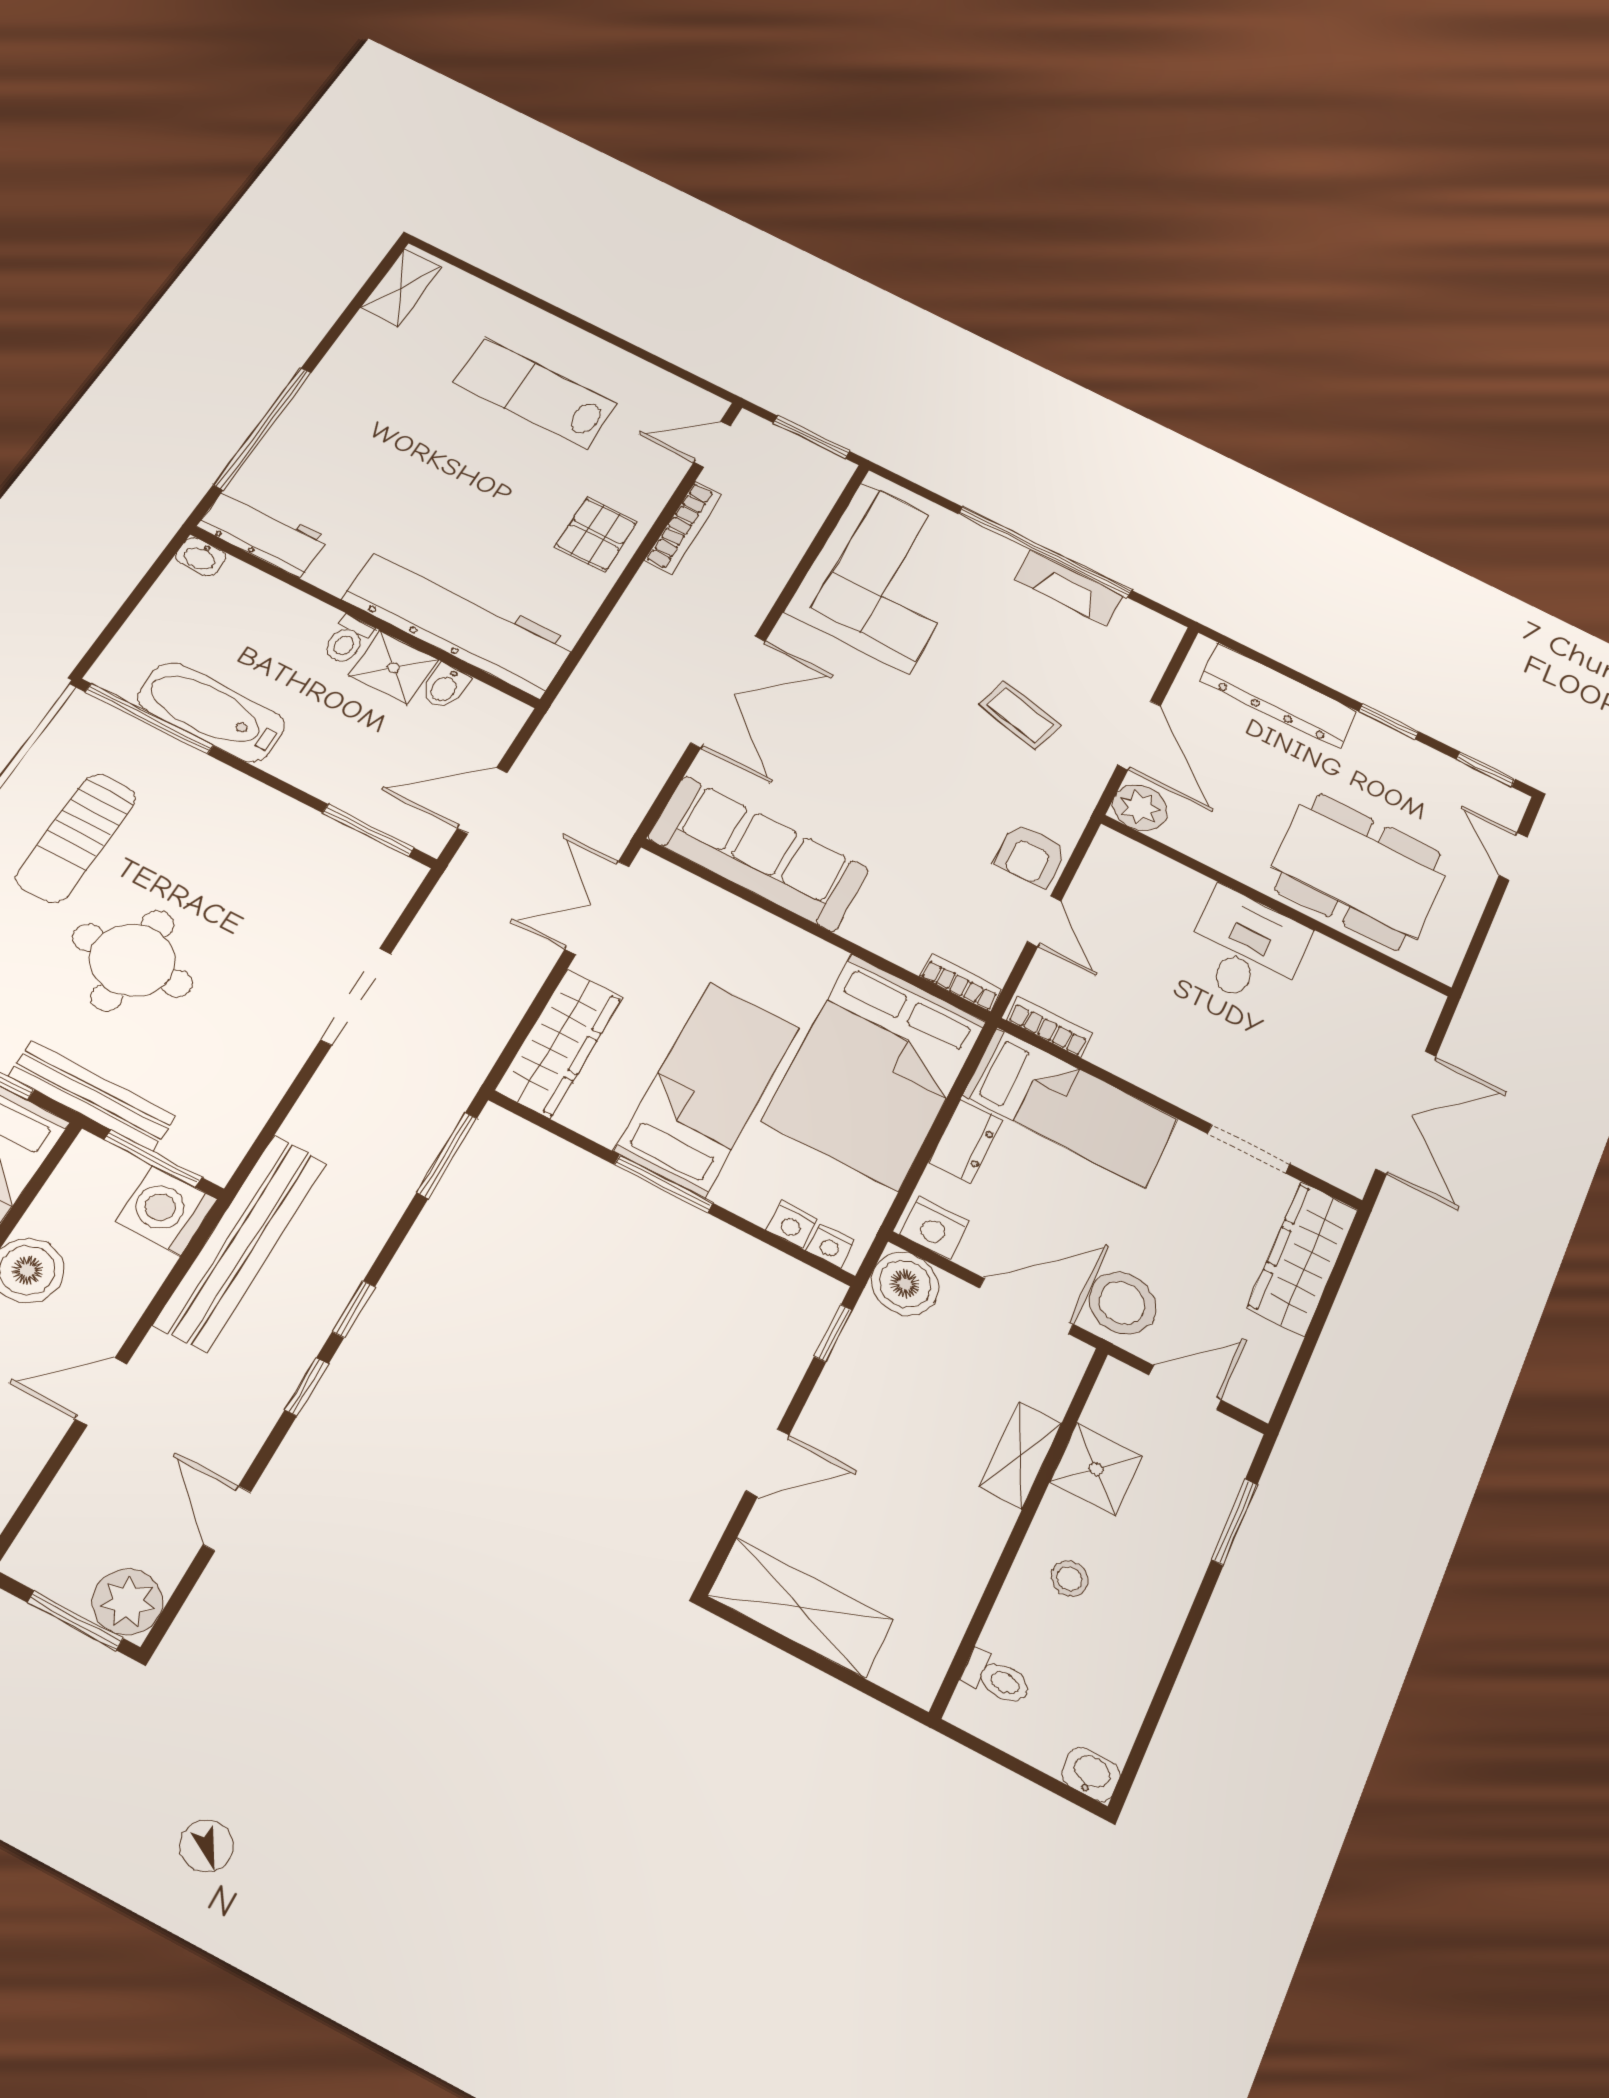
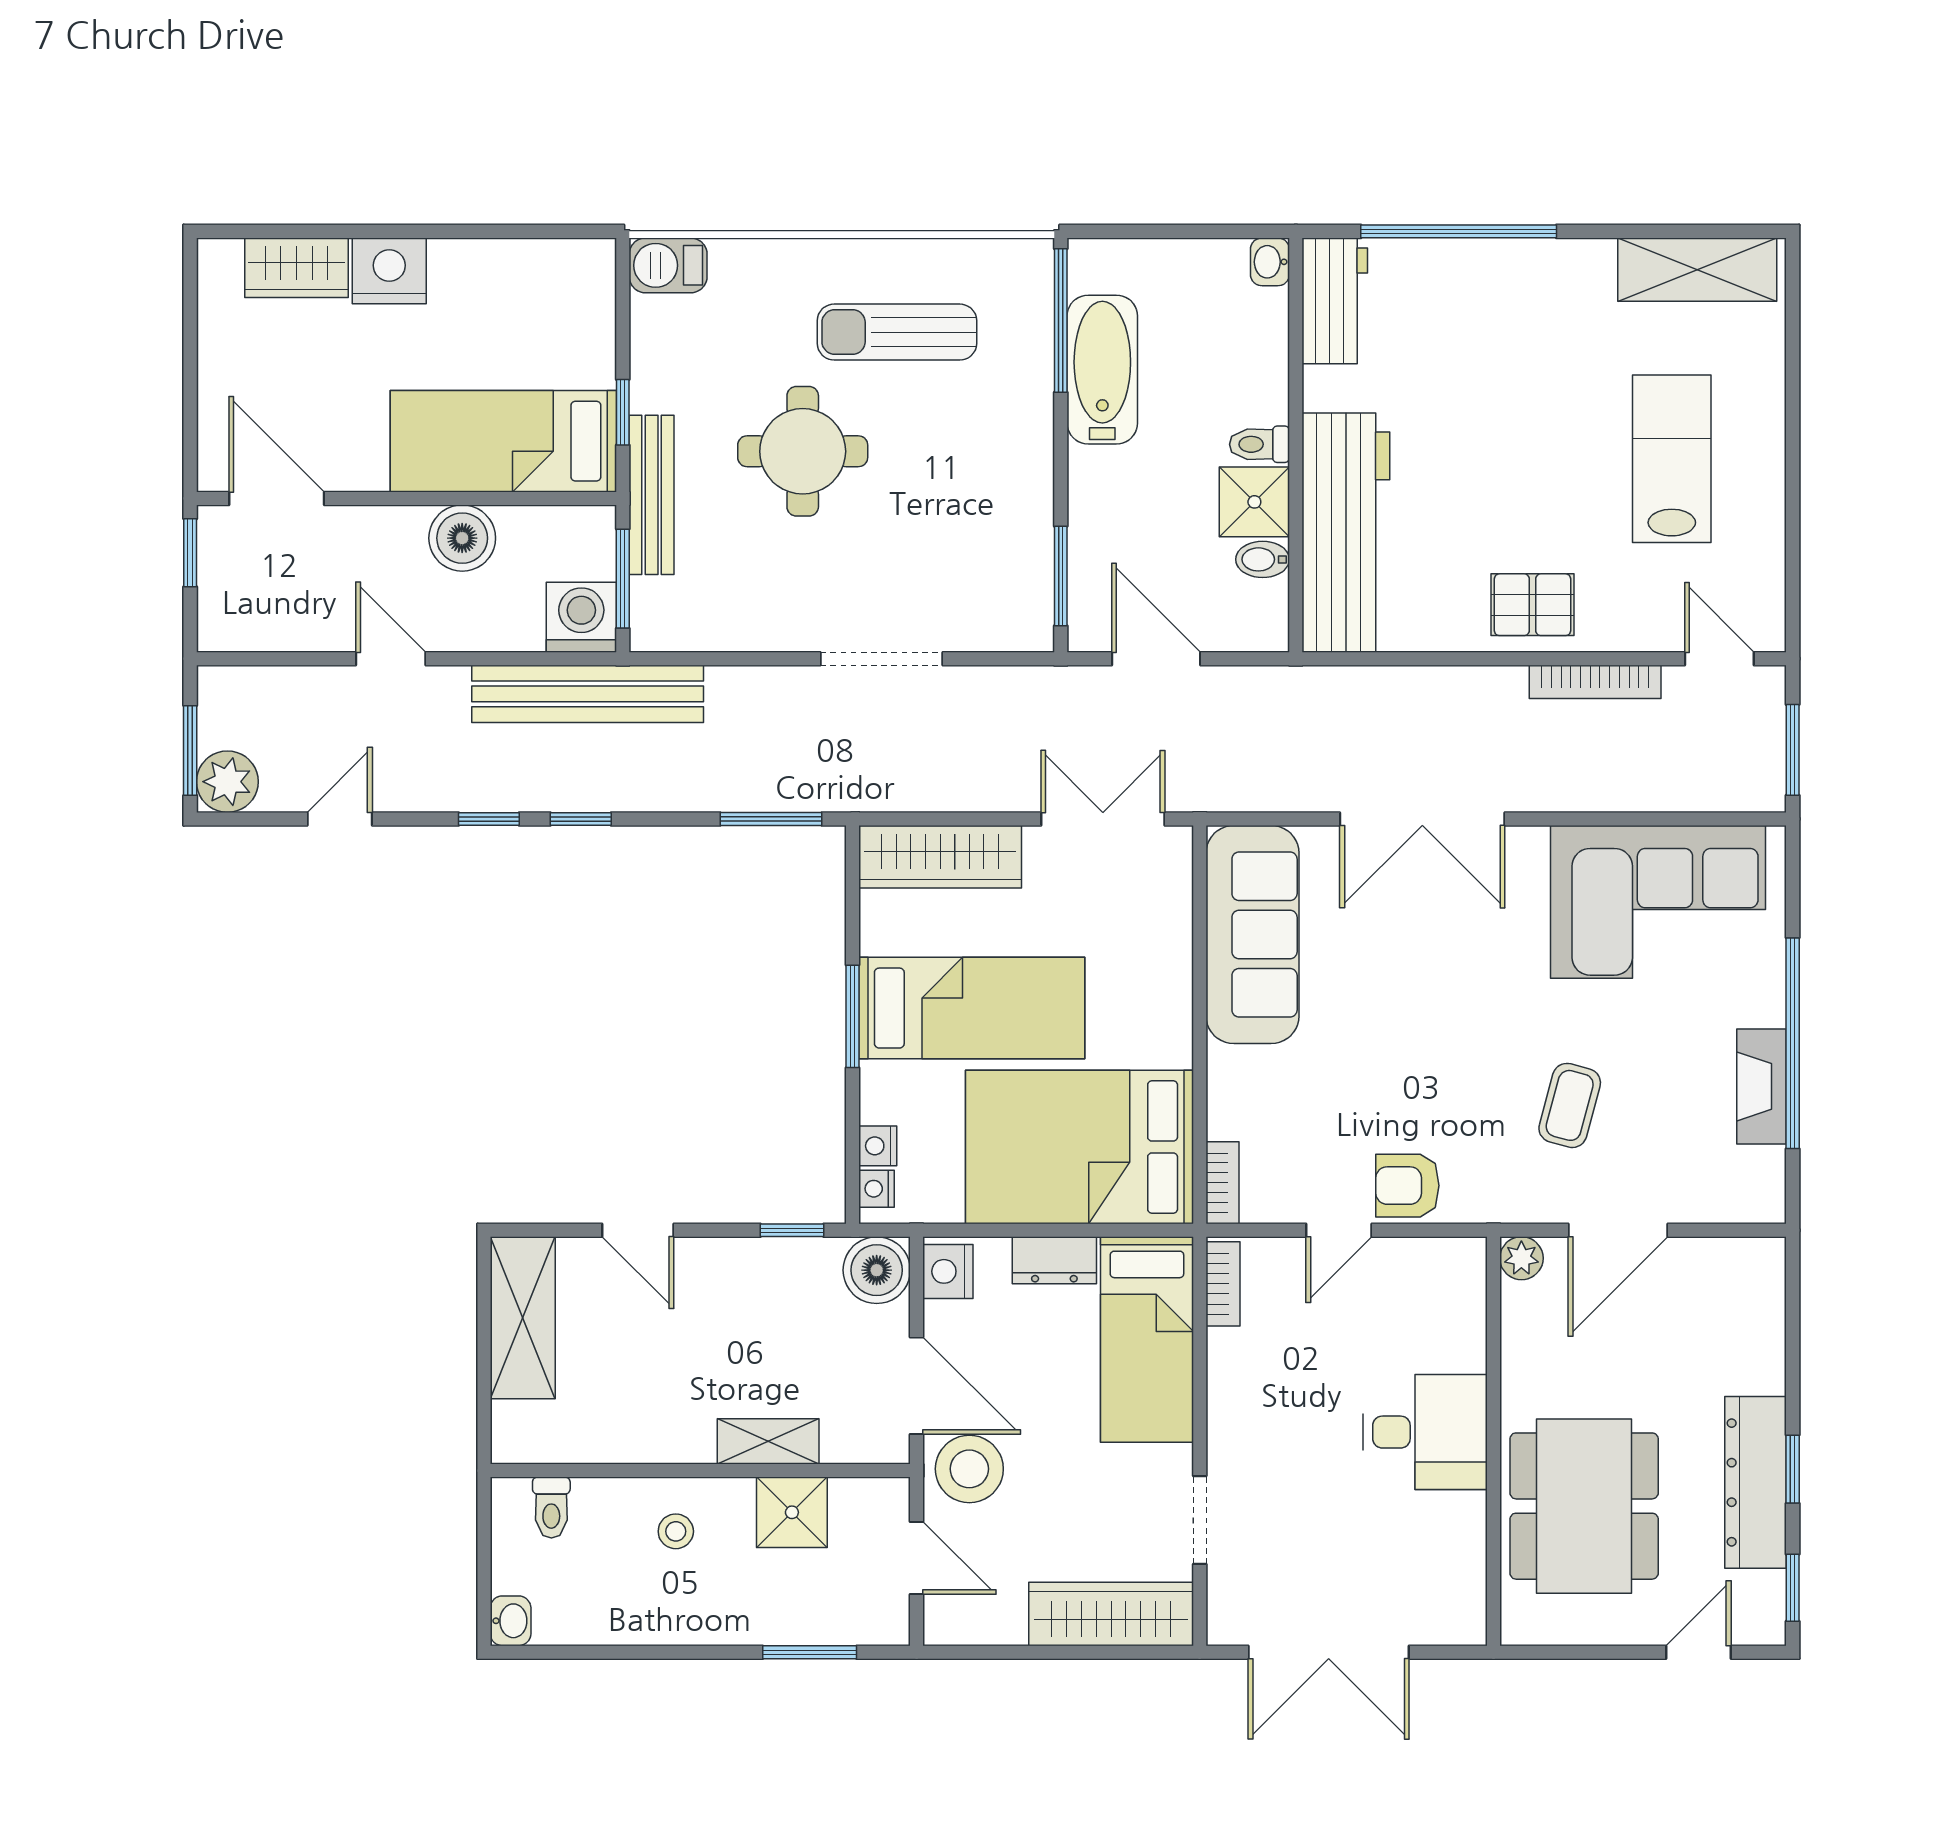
shelving: (401, 287) -> (1697, 270), width x1.50, depth x1.33
dresser: (1279, 696) -> (1756, 1482), moved
plant: (1140, 808) -> (1521, 1258), width x0.73, depth x0.73

